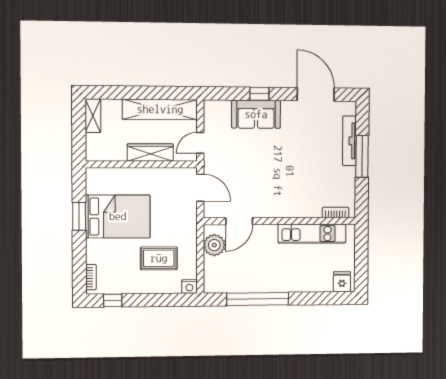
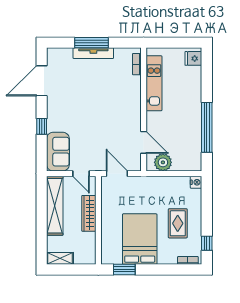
sofa: (256, 114) -> (58, 152), moved
tv unit: (349, 141) -> (93, 53), moved
door: (200, 188) -> (117, 174), hinge flipped
window: (79, 216) -> (124, 269), moved
rug: (159, 258) -> (178, 223), moved

